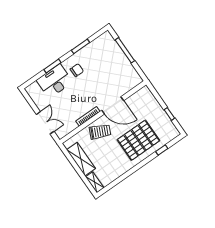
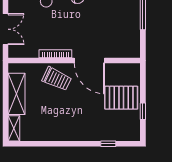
pallet: (138, 140) -> (121, 98), moved, width x0.73, depth x0.71

